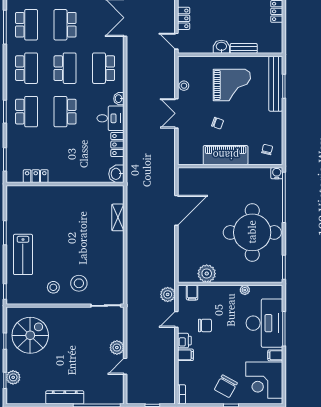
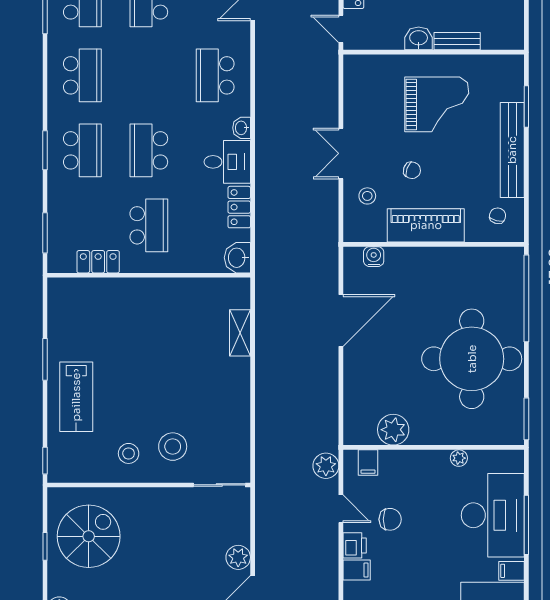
school desk: (65, 68) -> (149, 225), moved
bench: (276, 84) -> (512, 150), moved
stool: (184, 86) -> (367, 196), moved
water cooler: (277, 173) -> (374, 257), moved
door: (176, 319) -> (341, 509), swing flipped

